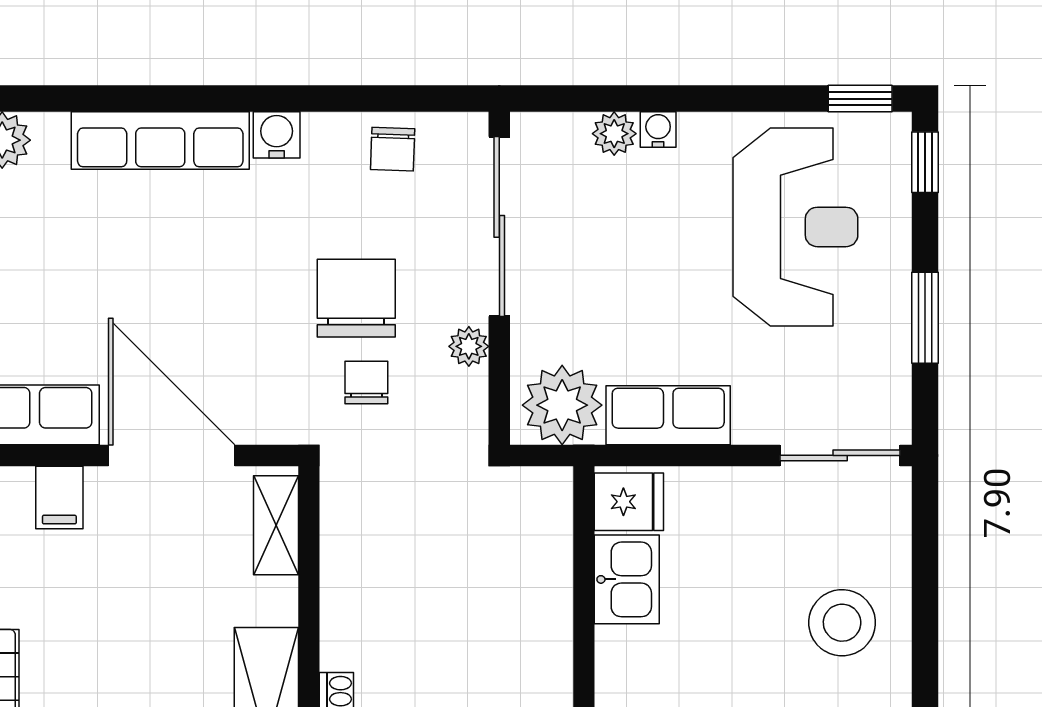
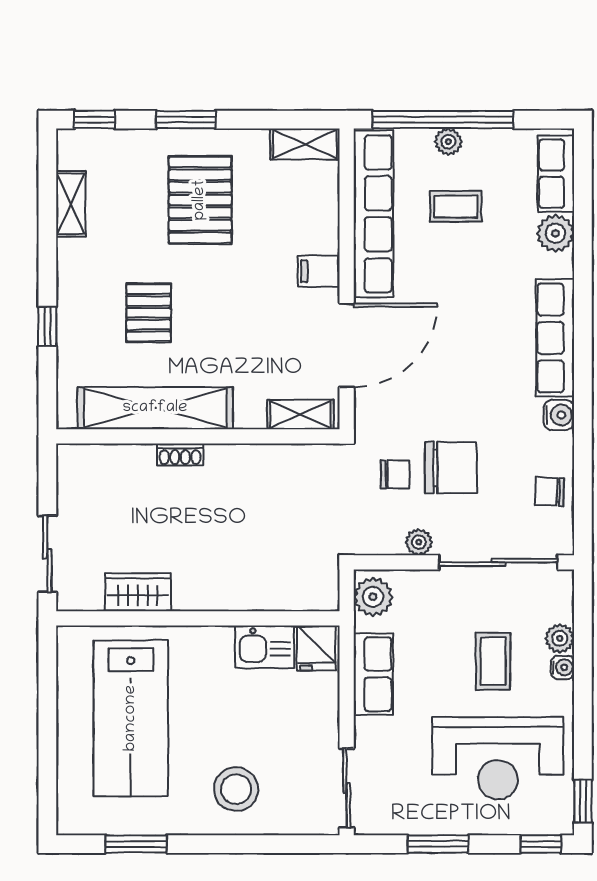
coffee table: (649, 234) -> (493, 661), added
plant: (562, 405) -> (373, 597), width x0.73, depth x0.73

